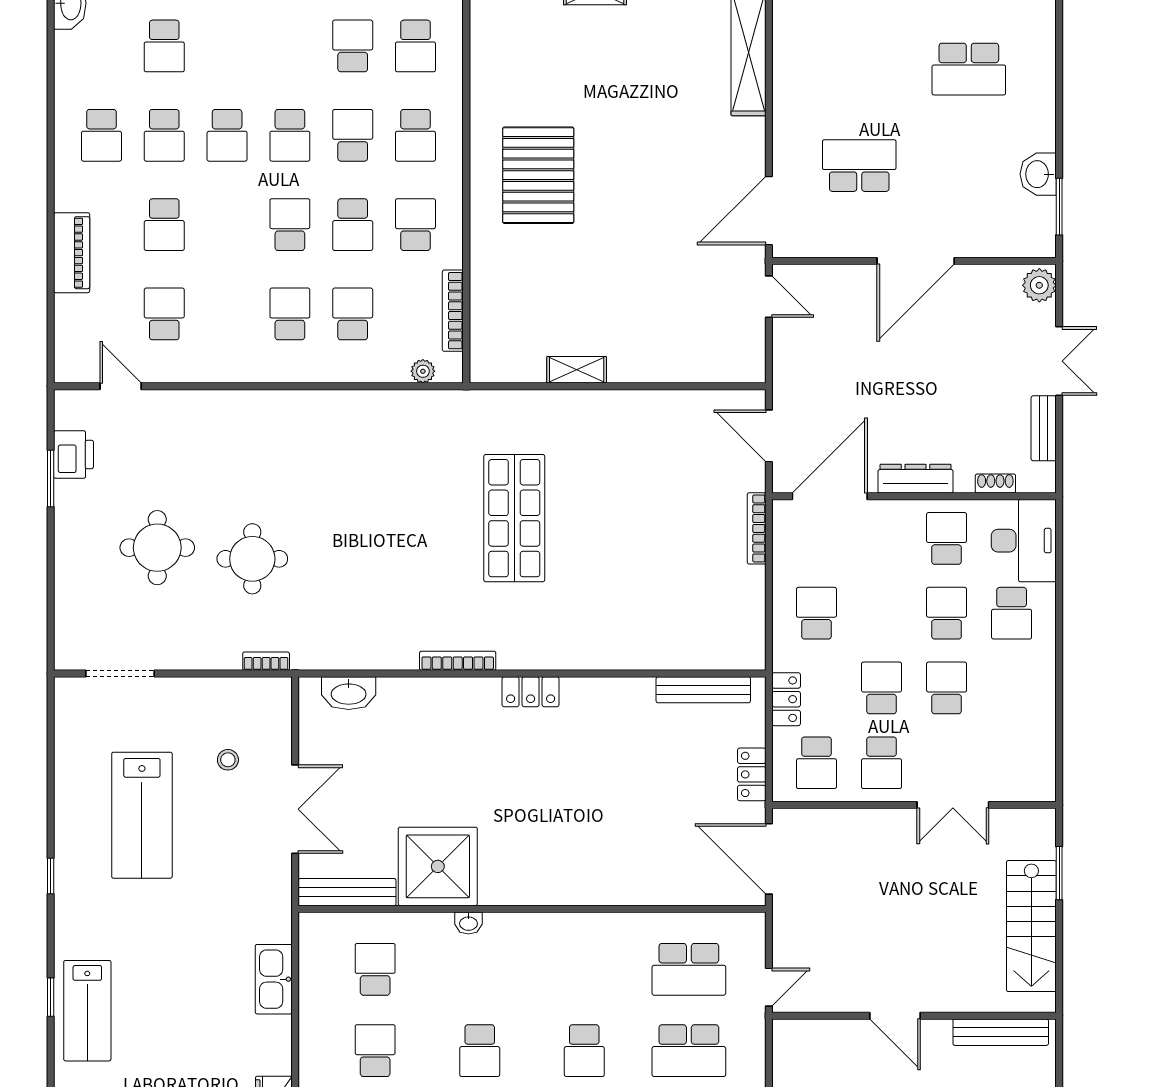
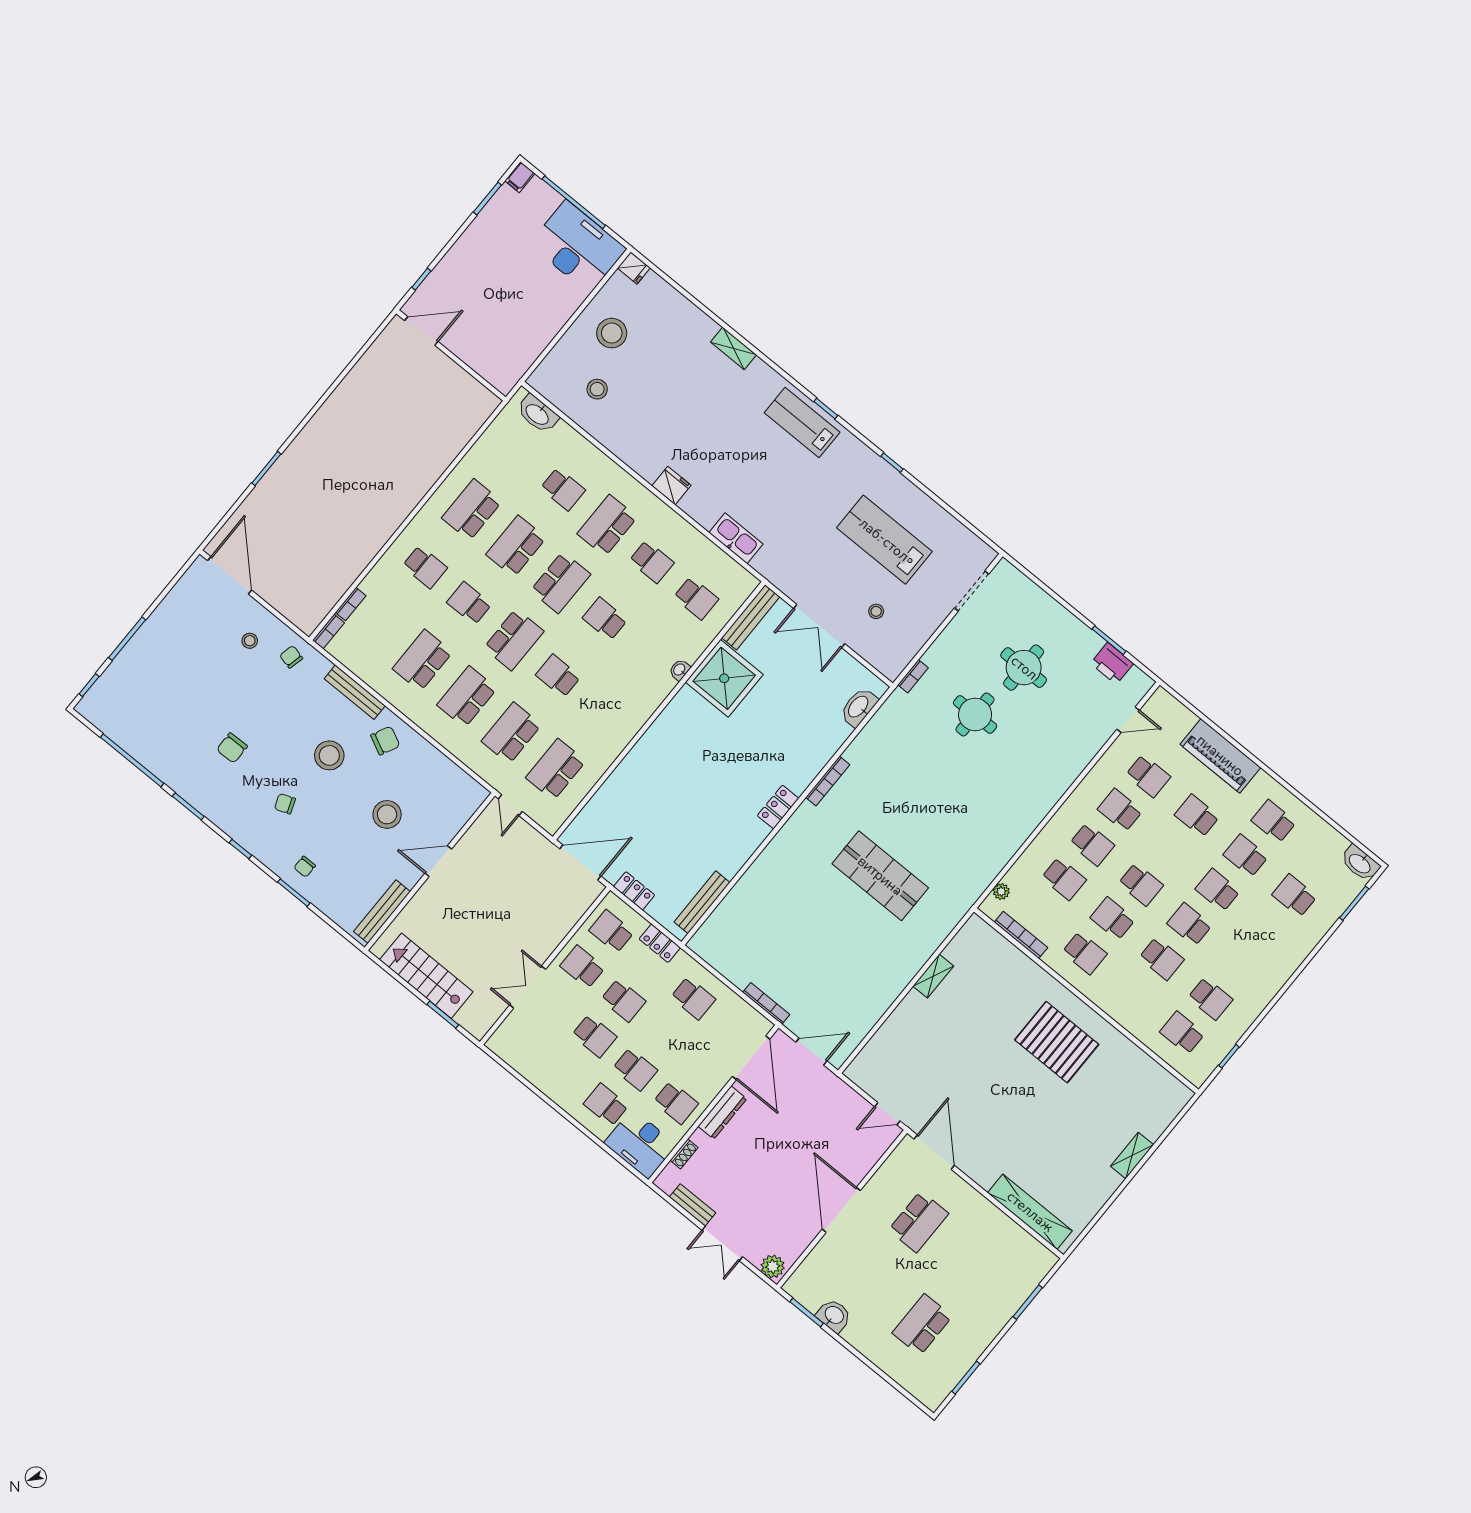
school desk: (415, 135) -> (1120, 810), moved
piano: (72, 253) -> (1220, 756), width x1.37, depth x1.33

